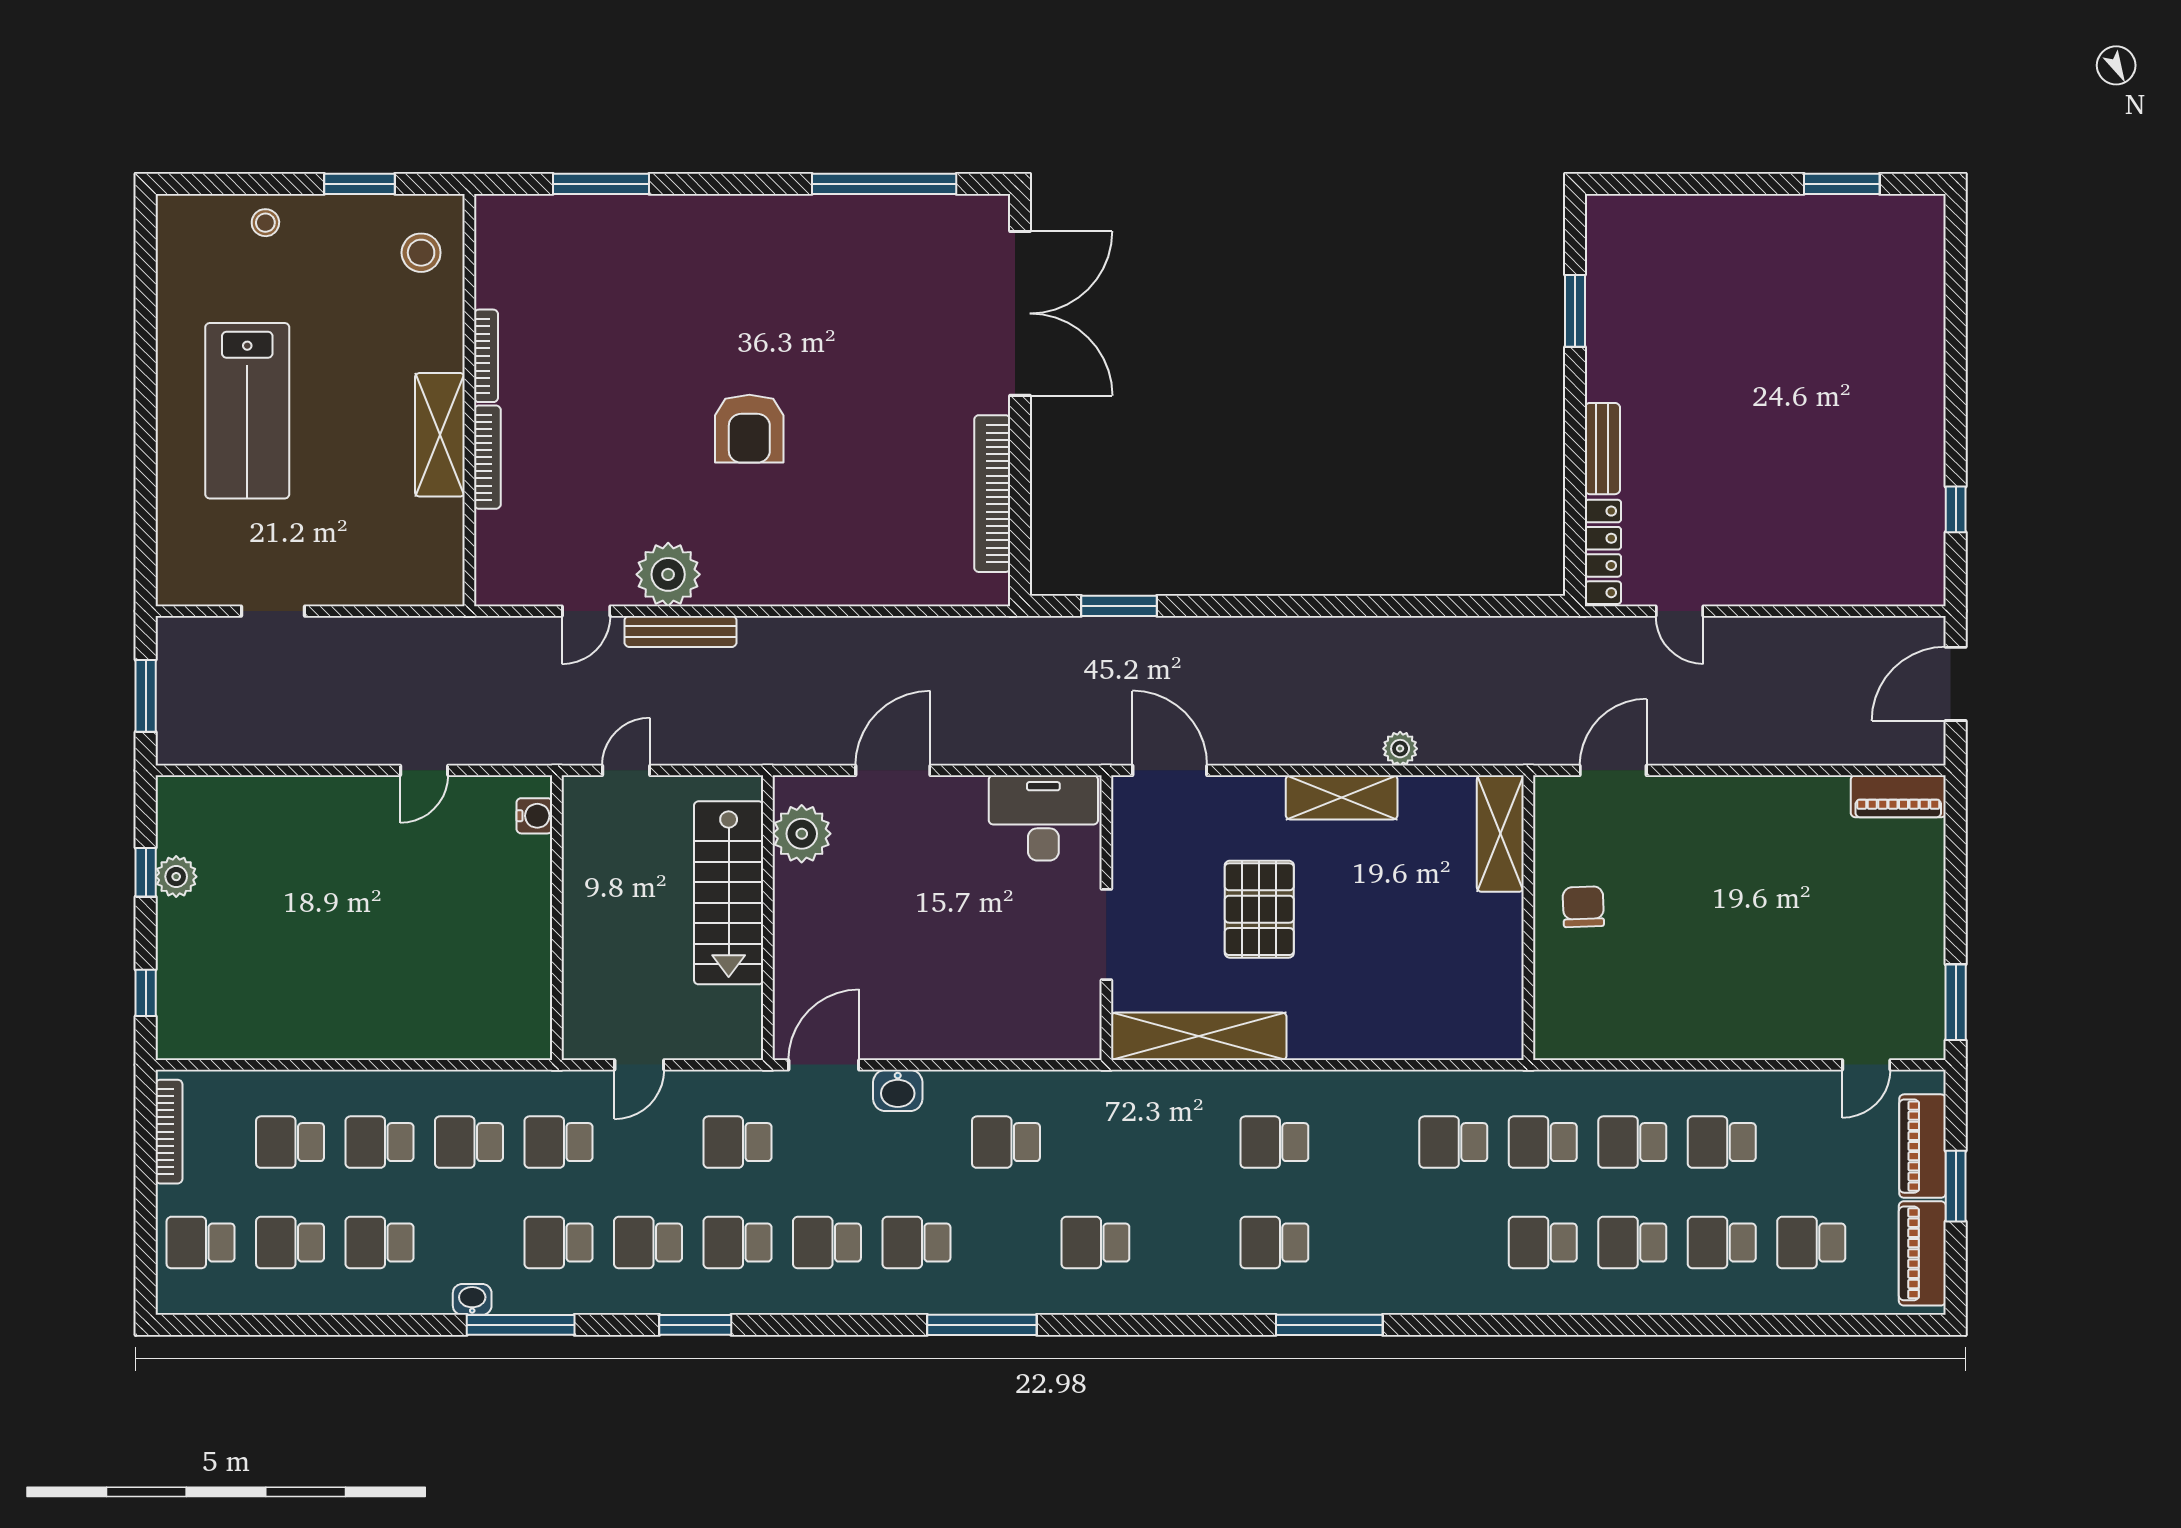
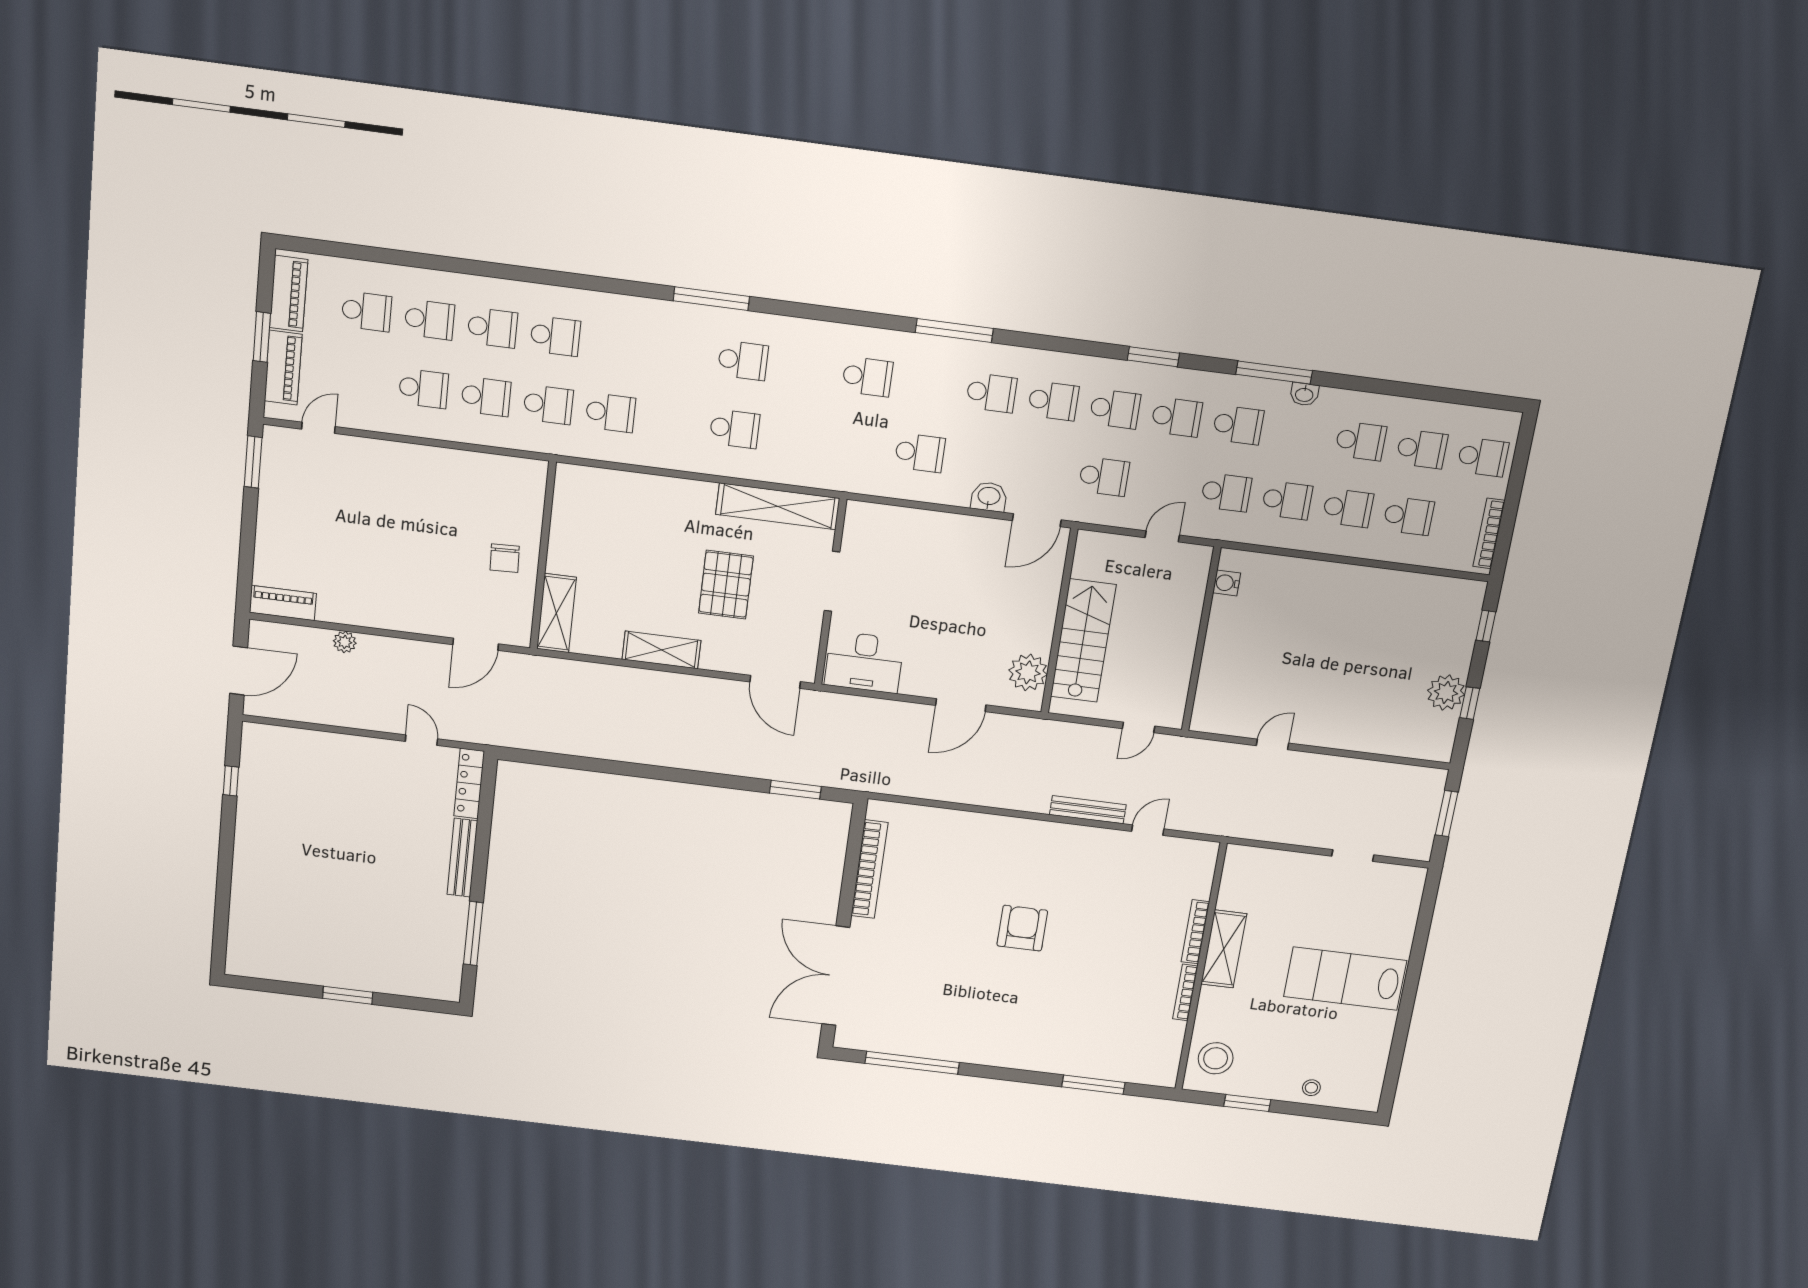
window: (1842, 184) -> (348, 995), moved
stool: (421, 253) -> (1216, 1058), width x1.38, depth x1.38
window: (1575, 311) -> (473, 933), width x1.44
lab bench: (247, 411) -> (1345, 979), turned -90
bench: (1602, 449) -> (462, 858), width x1.36
plant: (668, 574) -> (1090, 846), removed
plant: (1400, 749) -> (345, 642), moved
water cooler: (534, 816) -> (1227, 583), moved
plant: (176, 877) -> (1446, 692), width x1.36, depth x1.36

